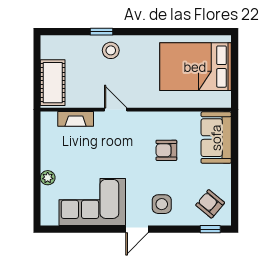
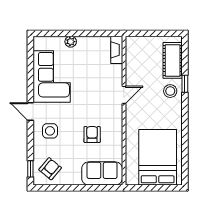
cot: (53, 83) -> (173, 60), moved, turned 90
fireplace: (76, 119) -> (117, 50), moved

